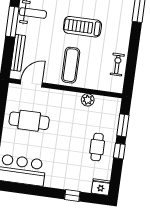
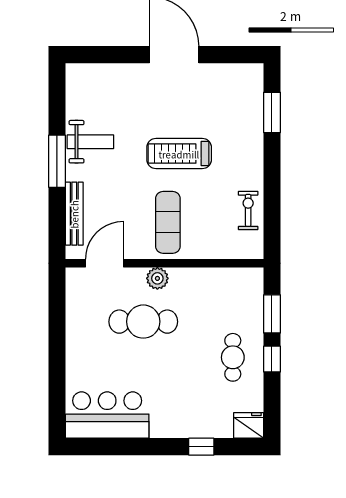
plant: (88, 100) -> (157, 278), moved
cafe table: (29, 121) -> (143, 322), moved

